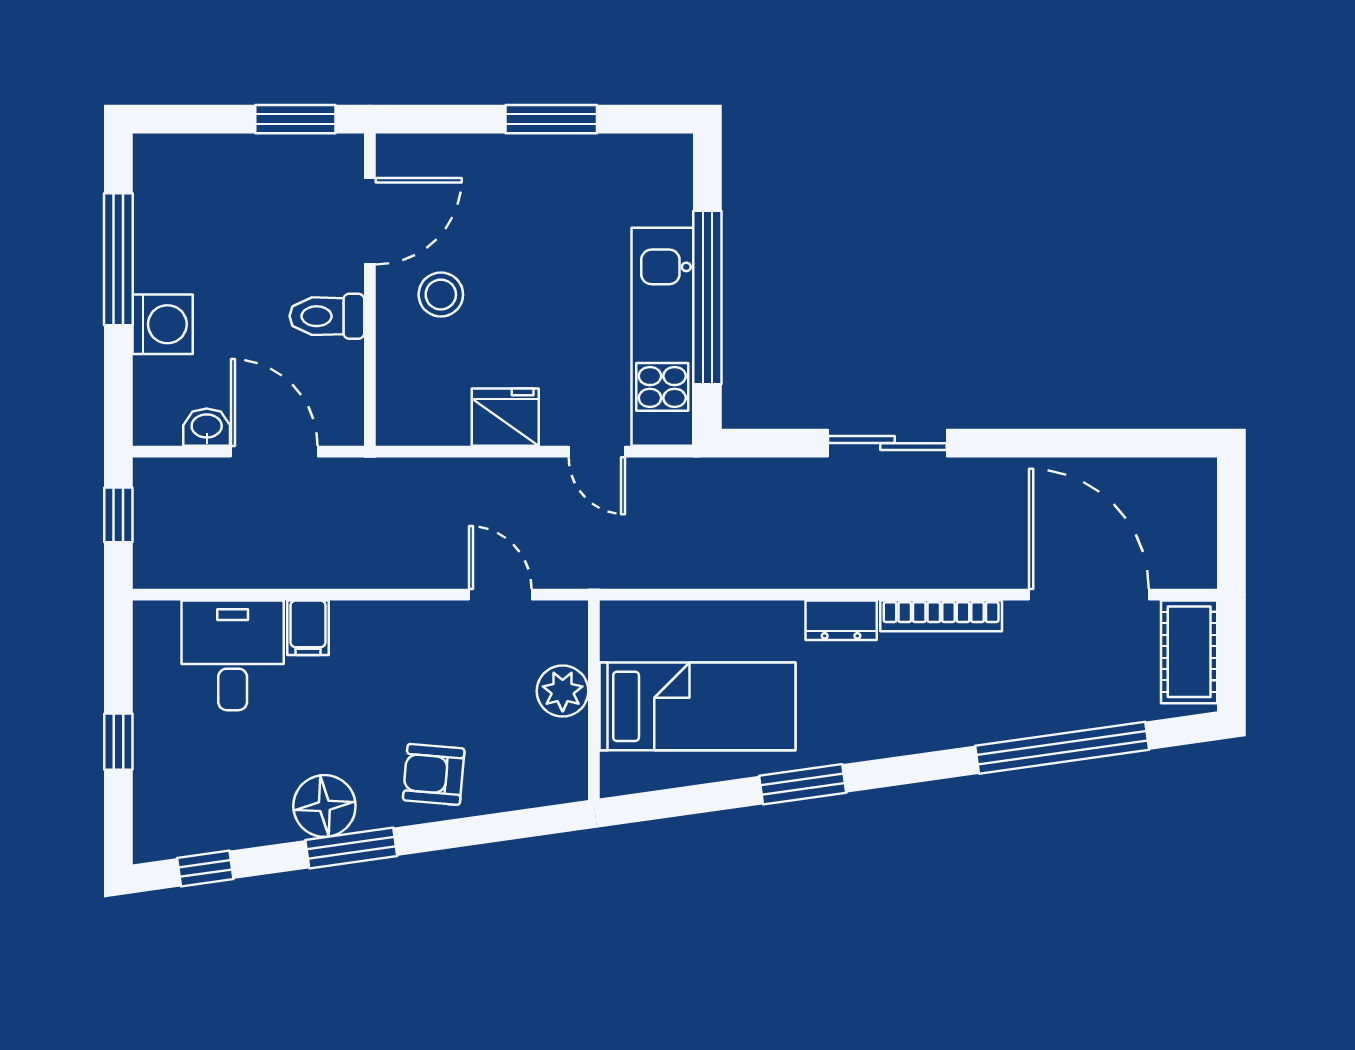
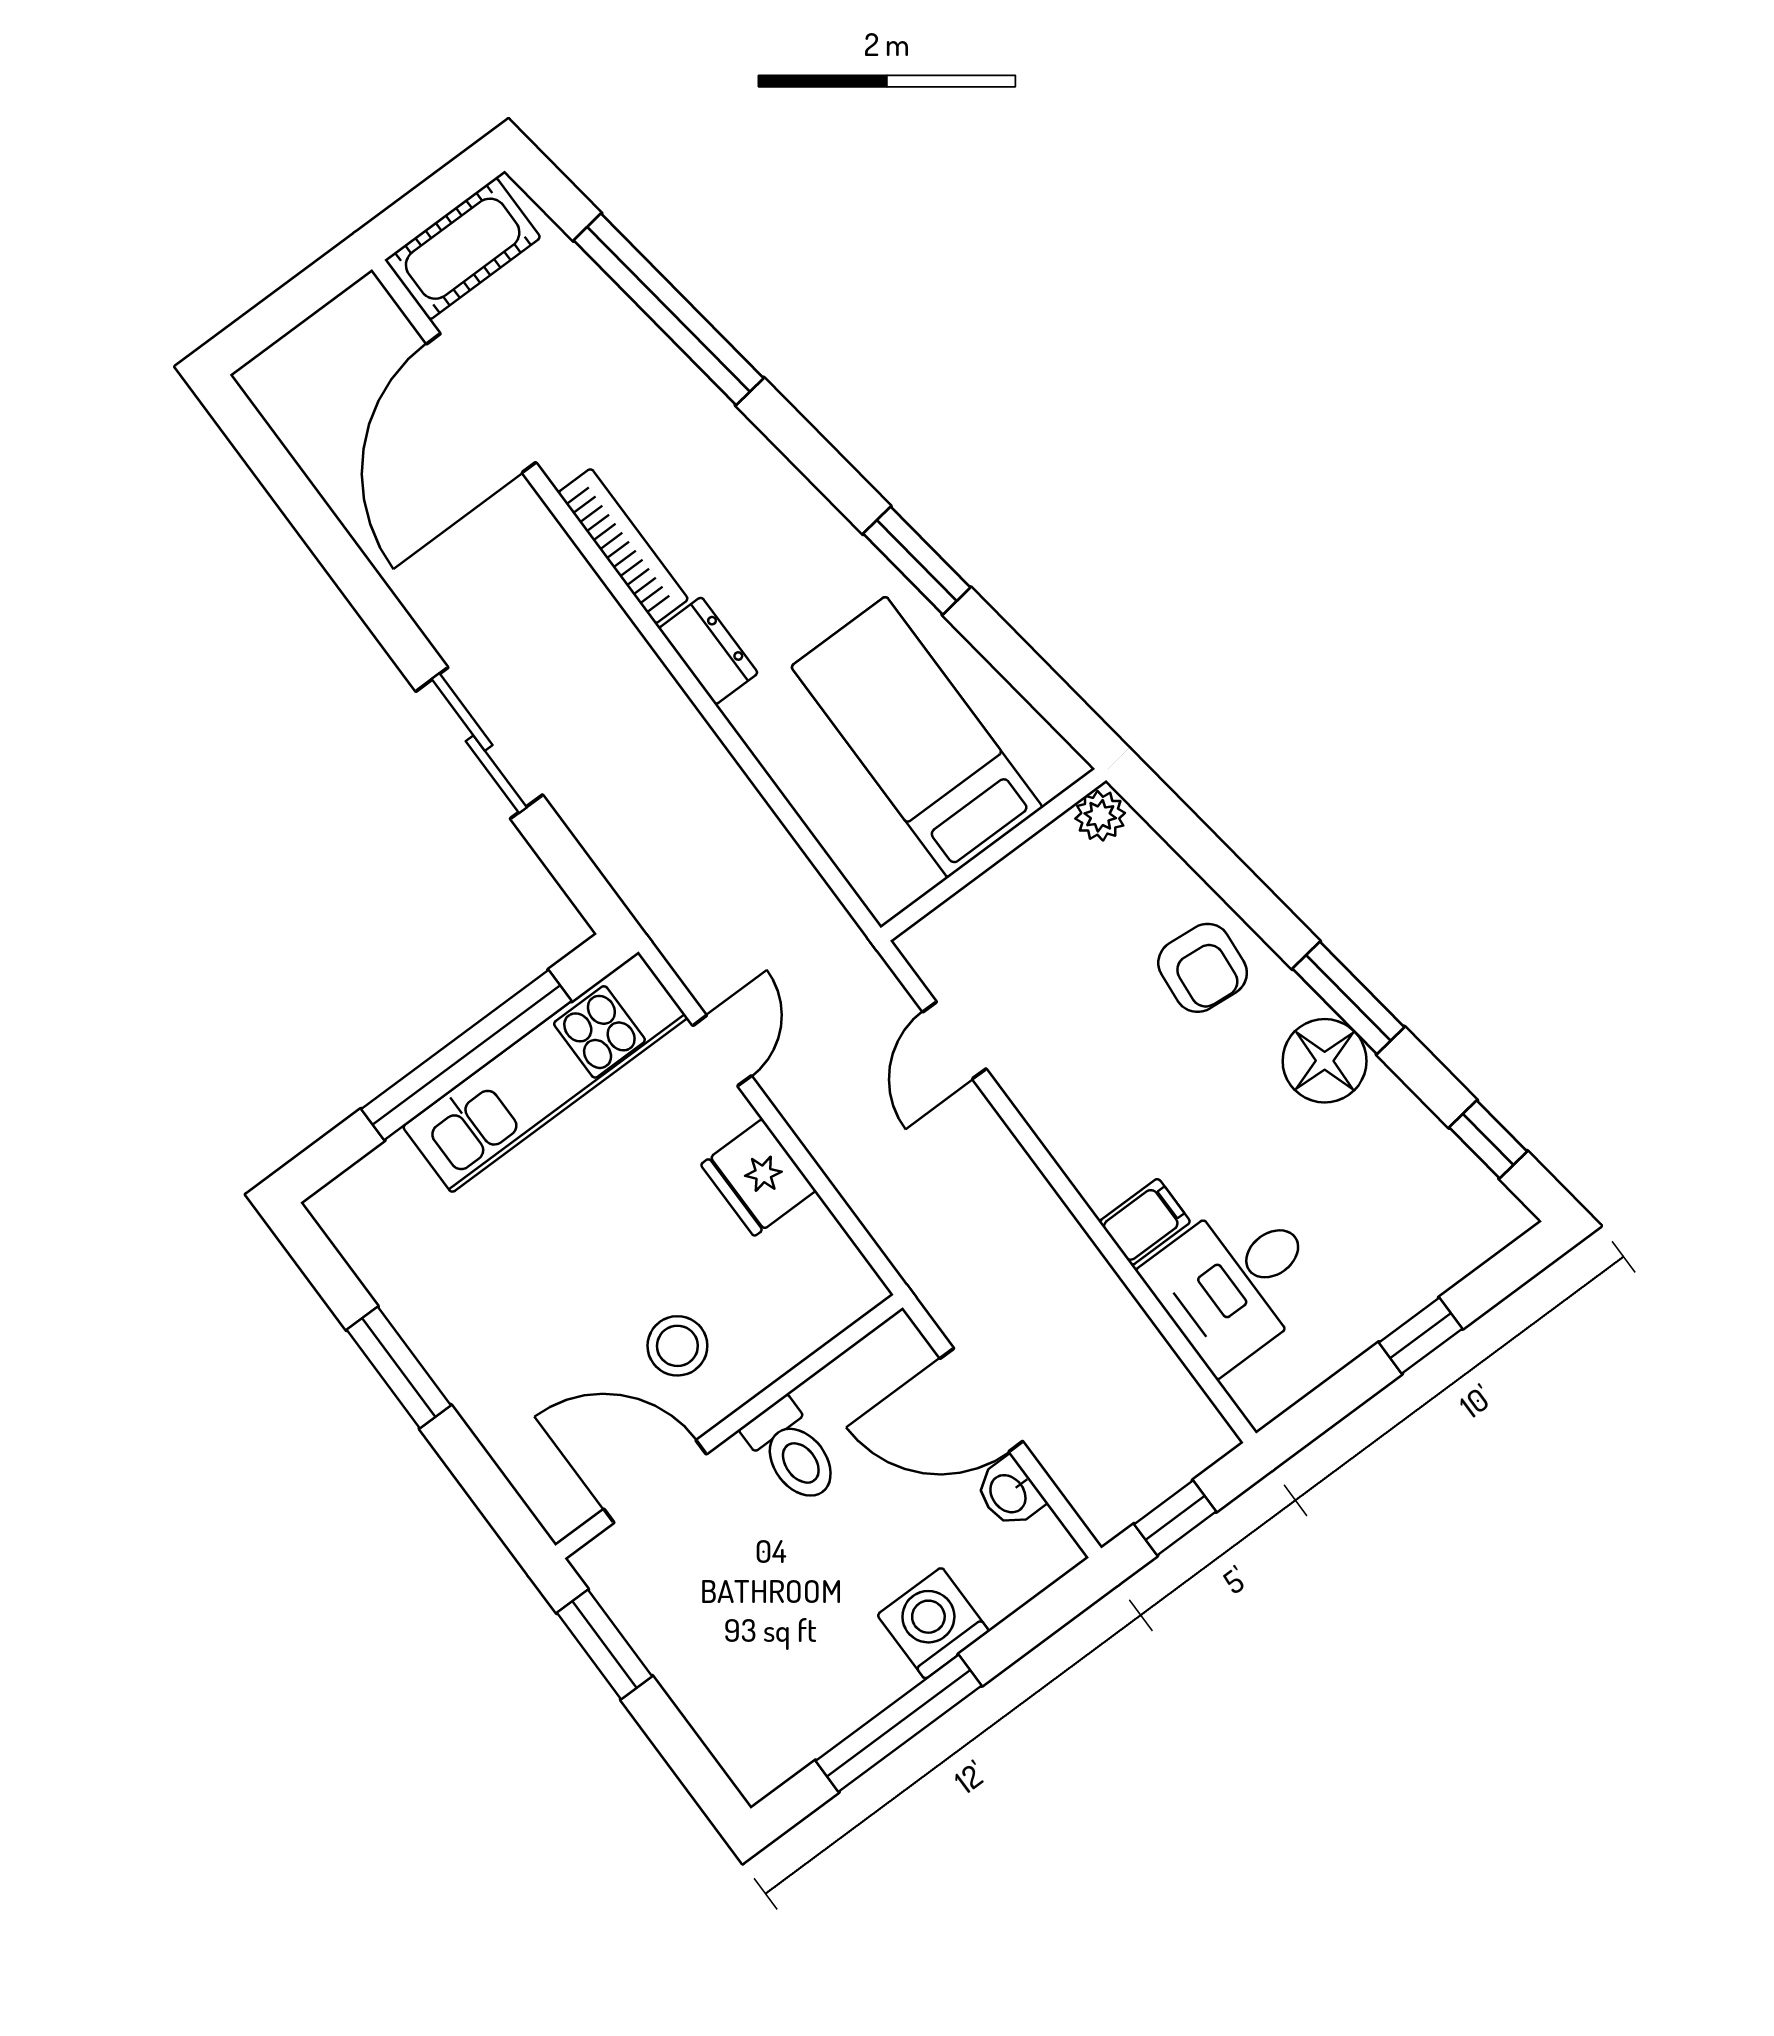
door: (274, 452) -> (981, 1400), hinge flipped
plant: (563, 691) -> (1100, 816), moved, width x0.73, depth x0.73

